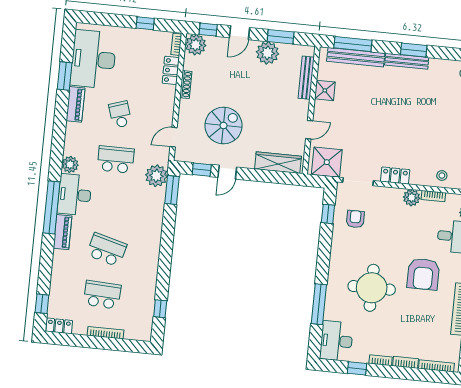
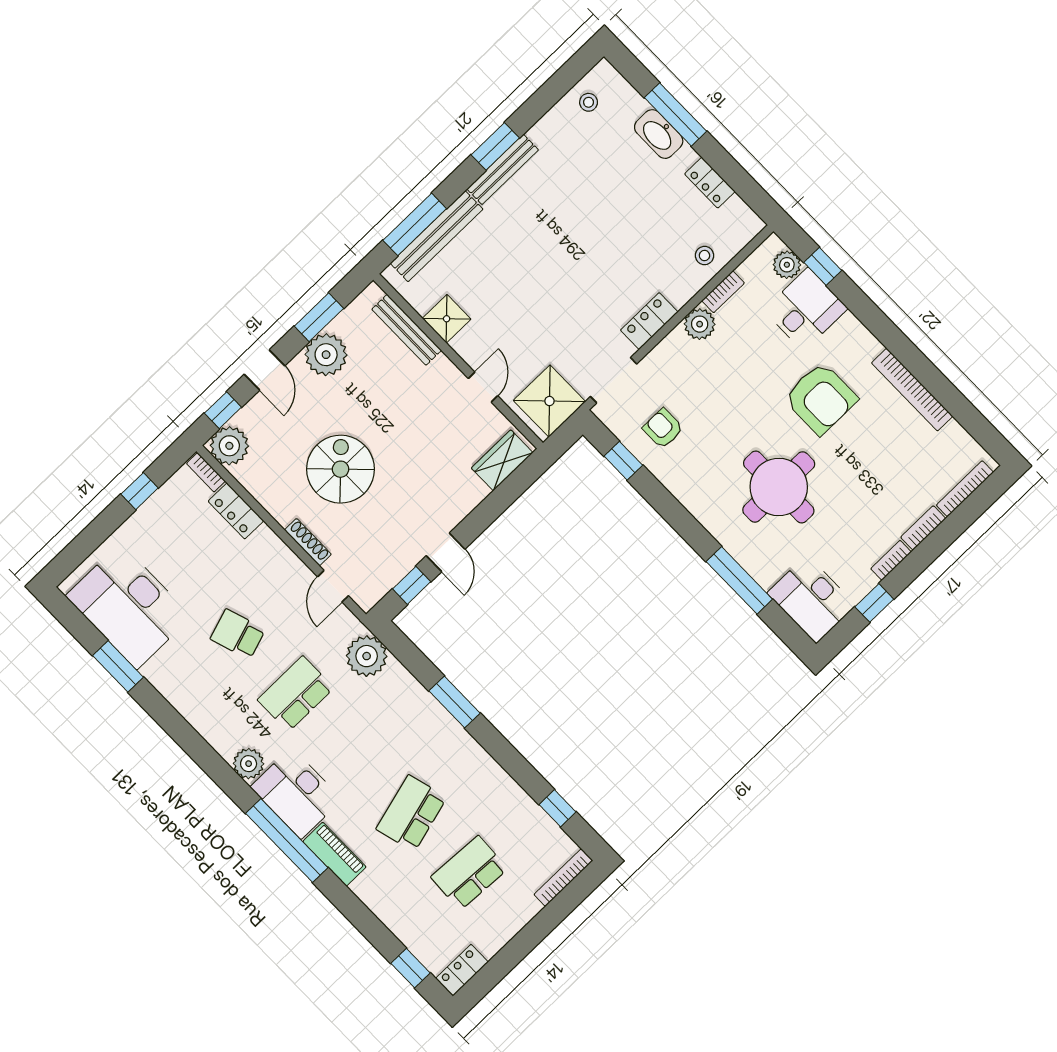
shoe rack: (186, 85) -> (308, 542), moved
piano: (75, 104) -> (171, 685), removed
spiral stairs: (224, 125) -> (341, 469), moved
wardrobe: (278, 163) -> (502, 460), width x0.67
window: (172, 190) -> (455, 702), moved
school desk: (107, 250) -> (411, 813), turned -30
bookcase: (106, 333) -> (563, 878), moved

